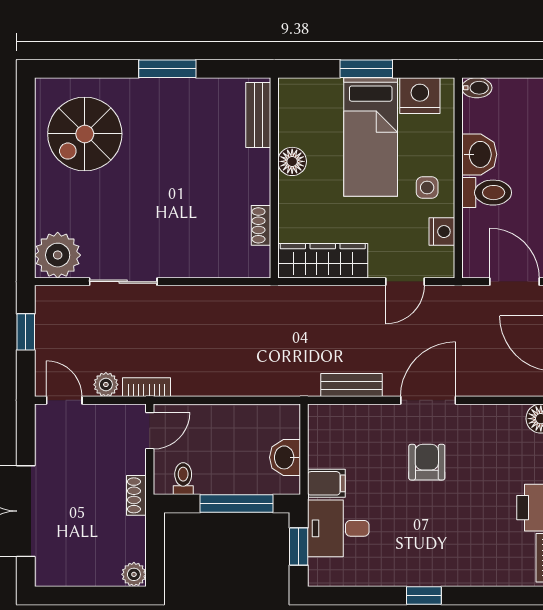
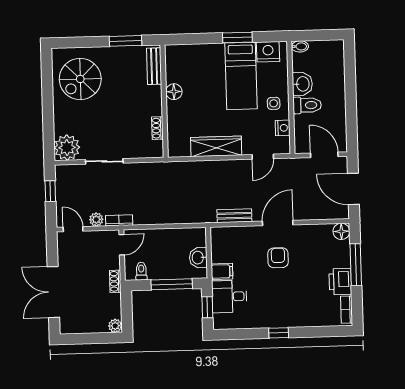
bench: (258, 115) -> (154, 66), moved
floor lamp: (292, 161) -> (174, 92), moved
wall: (274, 178) -> (164, 101), moved
shoe rack: (261, 225) -> (157, 128), moved

